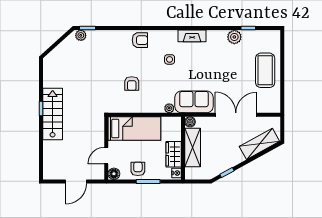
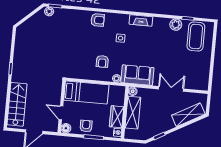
coffee table: (265, 70) -> (196, 37), moved
armchair: (132, 84) -> (102, 61), moved
stairs: (53, 114) -> (17, 104), moved
double door: (236, 115) -> (171, 89), width x0.73
door: (106, 156) -> (61, 113), hinge flipped

